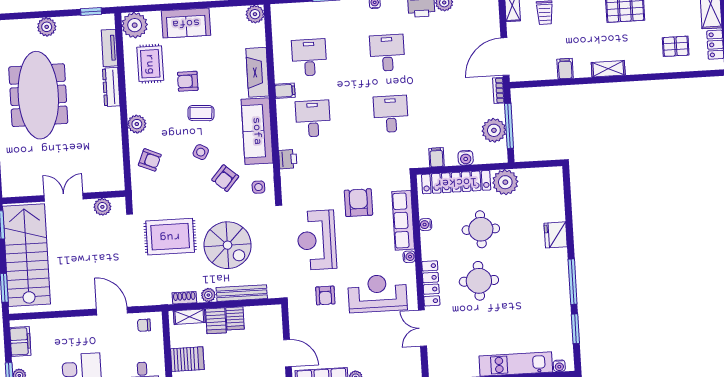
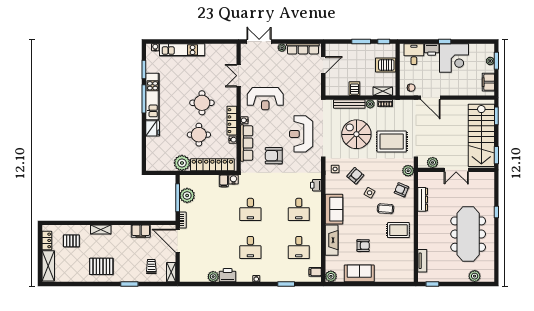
sofa: (186, 23) -> (359, 273), moved
plant: (135, 25) -> (406, 274), removed
plant: (47, 27) -> (475, 276), moved
door: (505, 57) -> (178, 241), swing flipped
rug: (150, 64) -> (398, 230), moved, turned 90
filing cabinet: (565, 69) -> (141, 231), width x2.00
shelving: (608, 69) -> (101, 229), moved
armchair: (188, 81) -> (363, 246), moved
dresser: (111, 87) -> (423, 199), moved
filing cabinet: (285, 91) -> (315, 272), moved
coffee table: (201, 113) -> (386, 209), moved
plant: (137, 124) -> (408, 171), moved
sofa: (257, 131) -> (334, 209), width x0.73
water cooler: (466, 158) -> (233, 180), moved
armchair: (358, 203) -> (274, 156), turned 90
reception desk: (317, 240) -> (301, 134), turned 180
locker: (431, 283) -> (232, 121), moved
kitchen unit: (559, 286) -> (153, 96), added
armchair: (325, 295) -> (298, 99), removed
server rack: (216, 321) -> (366, 88), removed
double door: (422, 328) -> (239, 76), swing flipped
door: (287, 353) -> (323, 65), swing flipped

